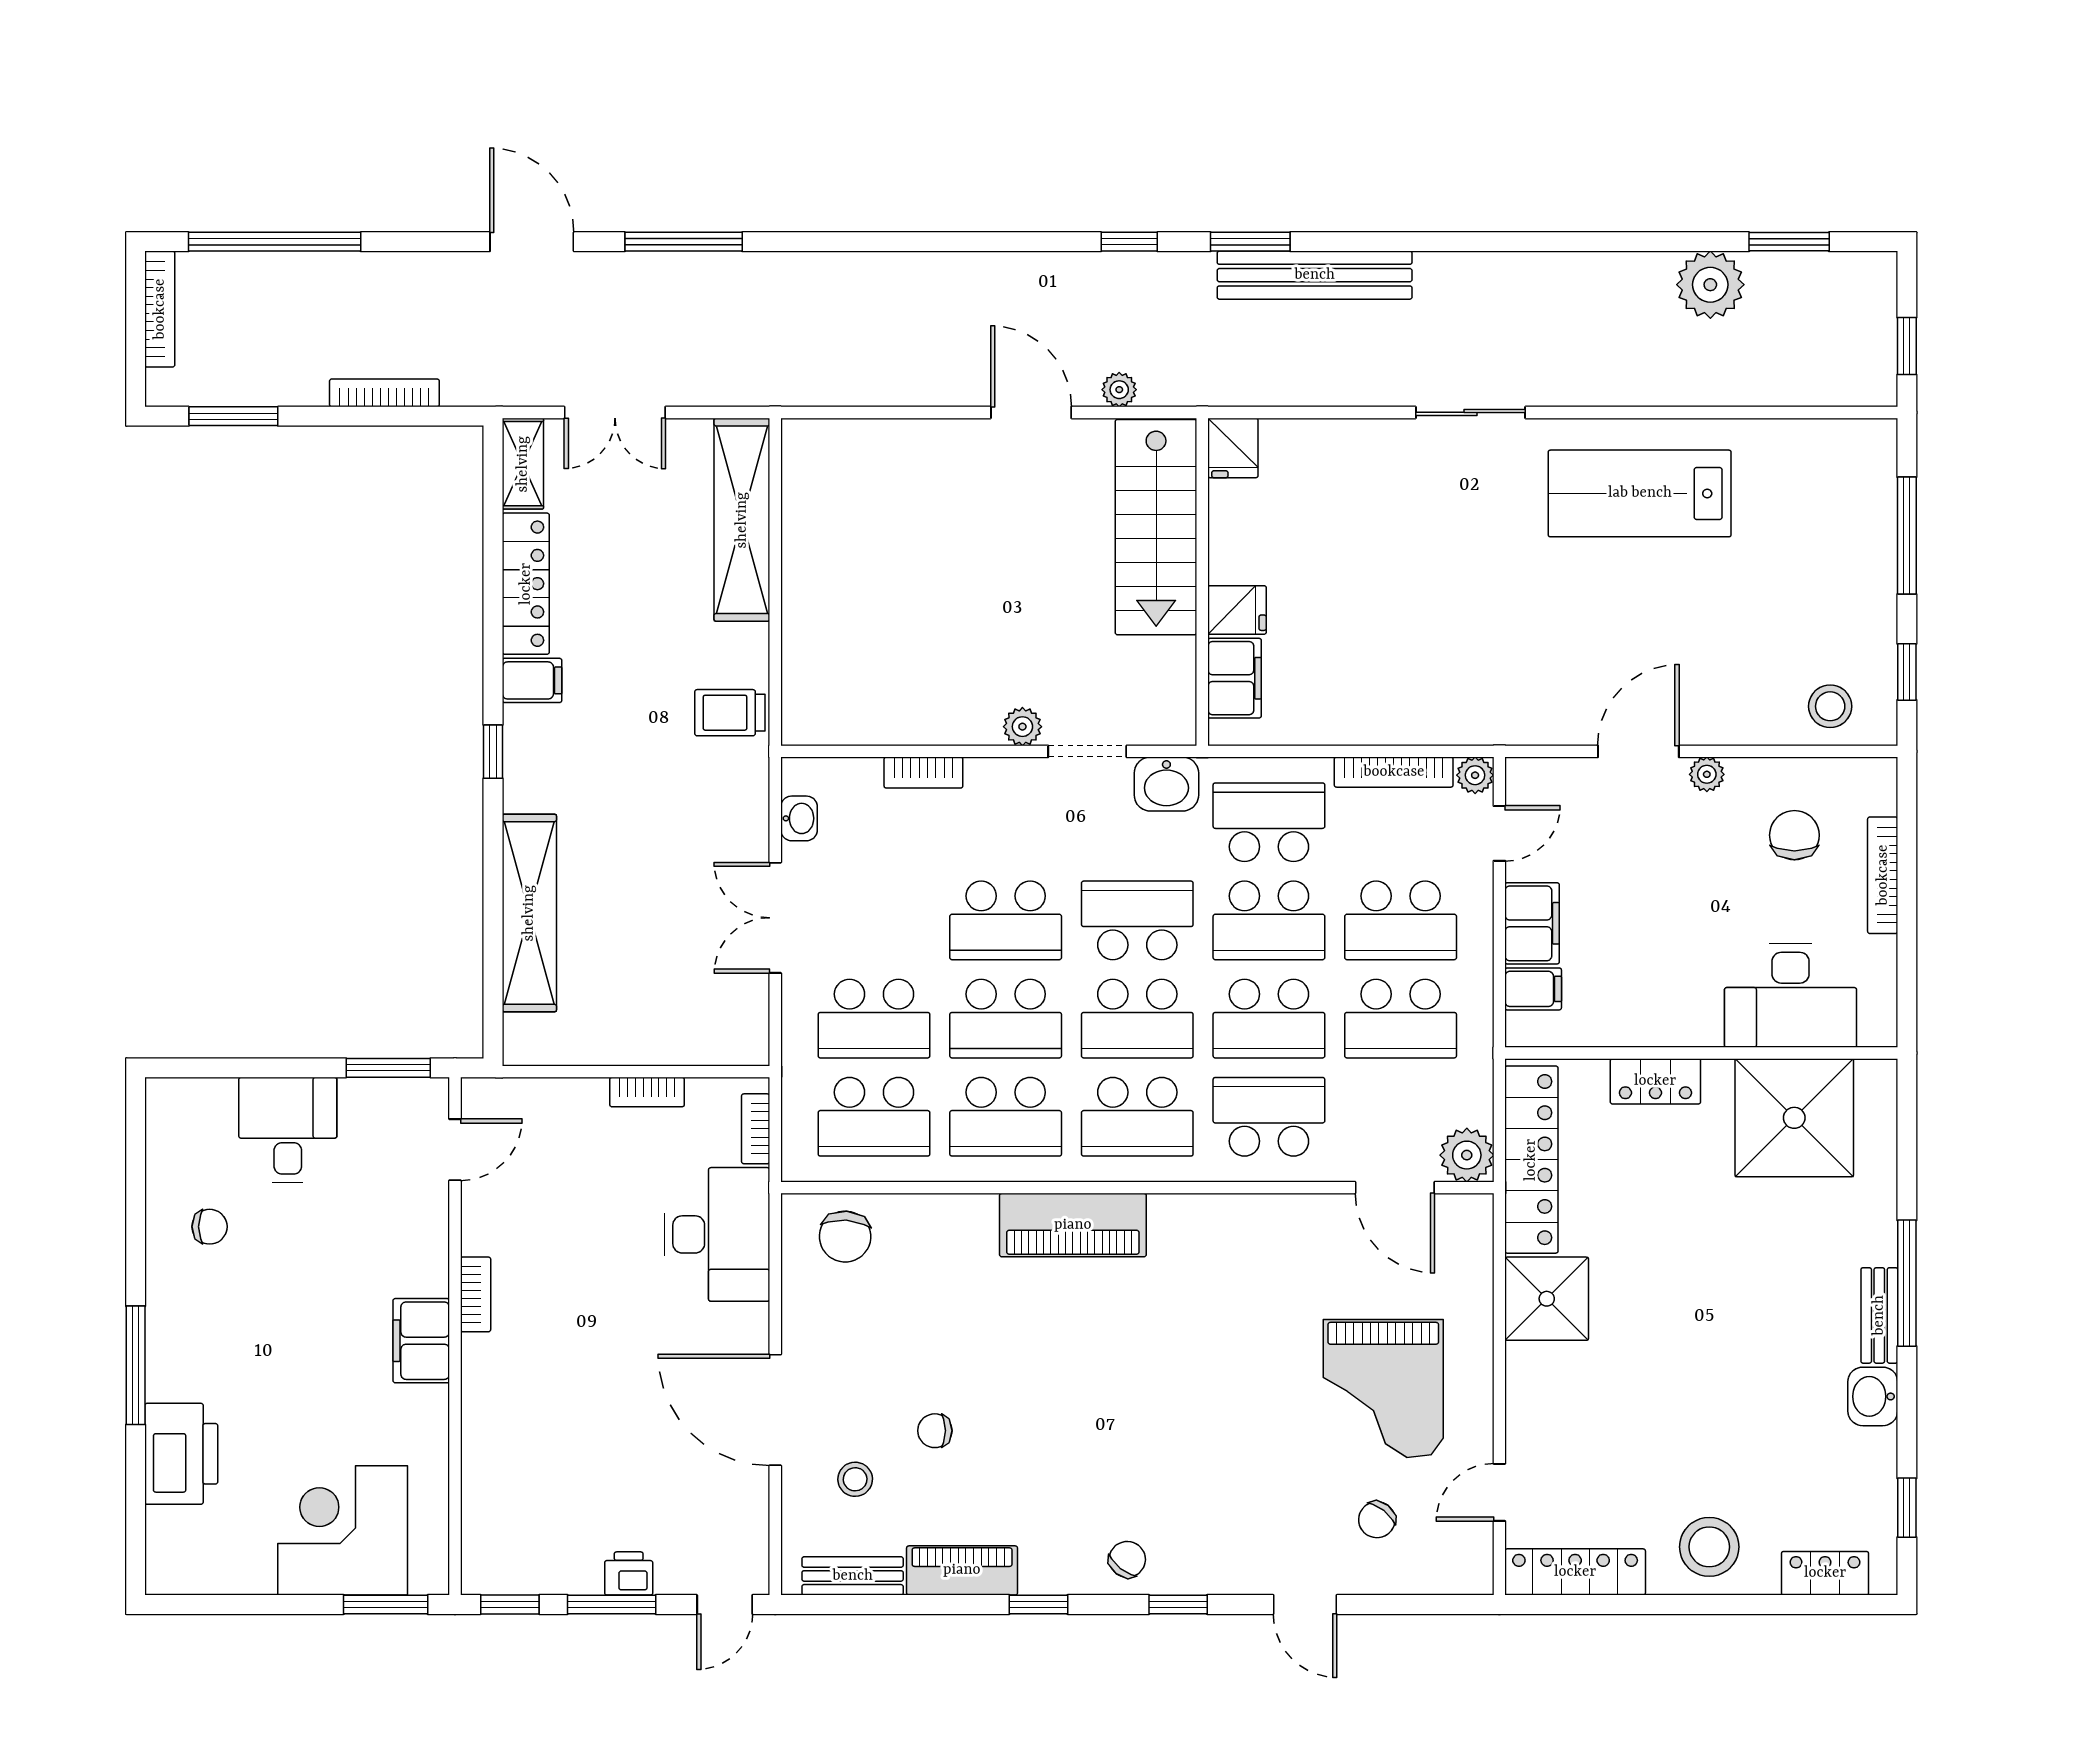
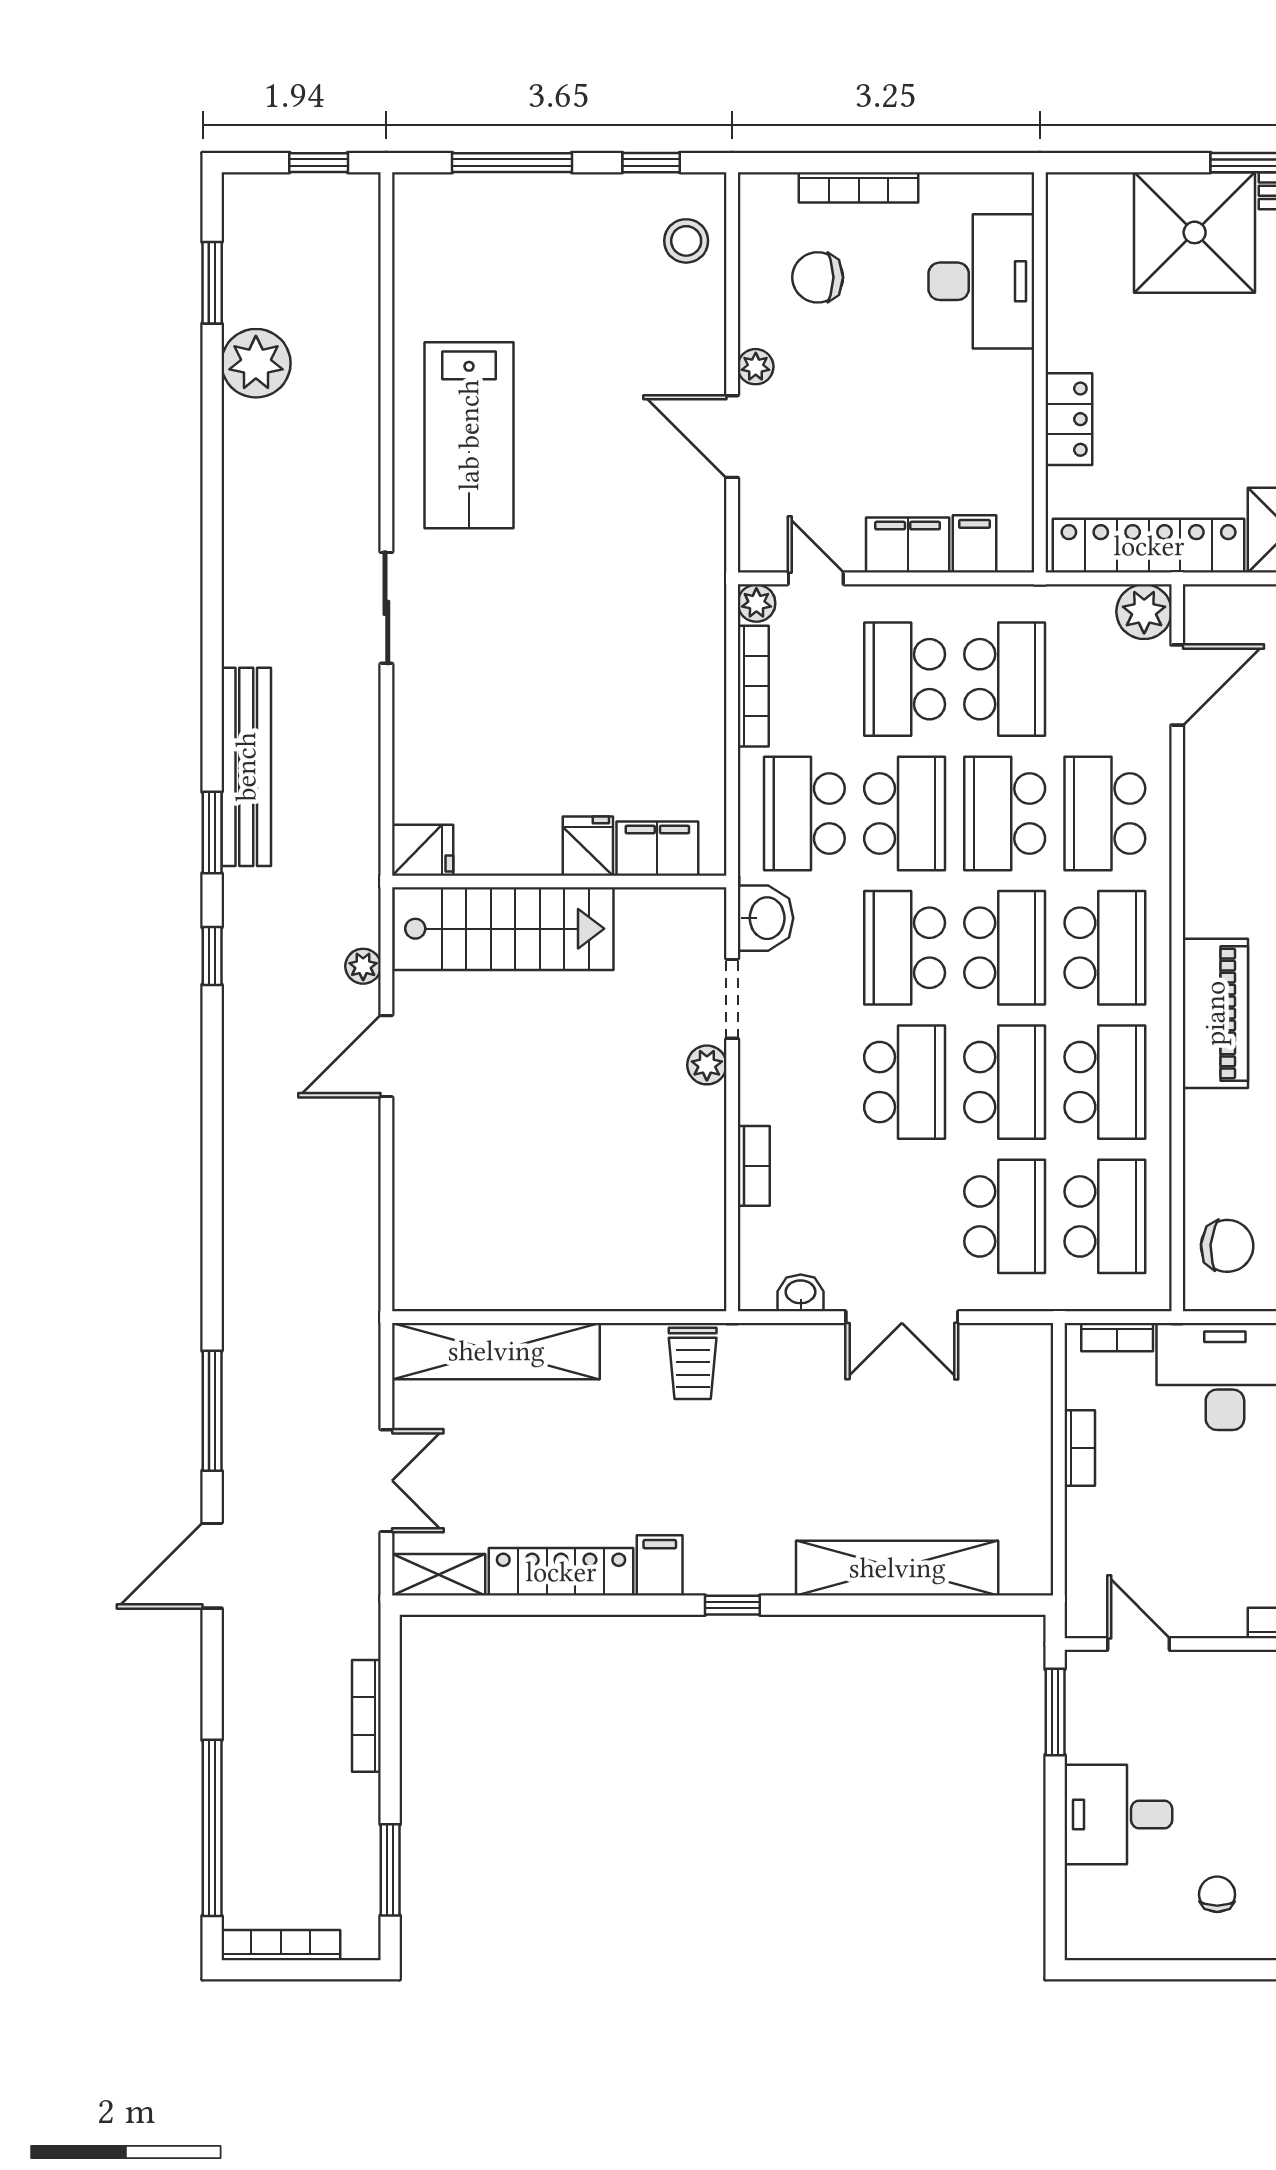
school desk: (1401, 920) -> (905, 679), turned 180
school desk: (1269, 1019) -> (1005, 813), turned 180
shower: (1794, 1118) -> (1195, 232), moved

